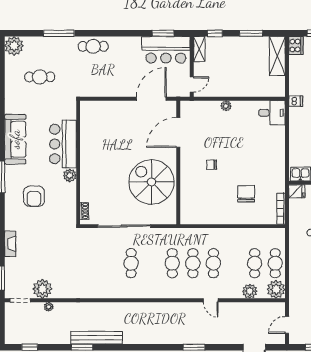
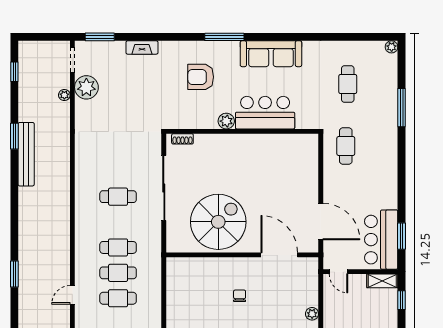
plant: (14, 46) -> (392, 47), width x0.53, depth x0.53
cafe table: (93, 46) -> (346, 146), moved

